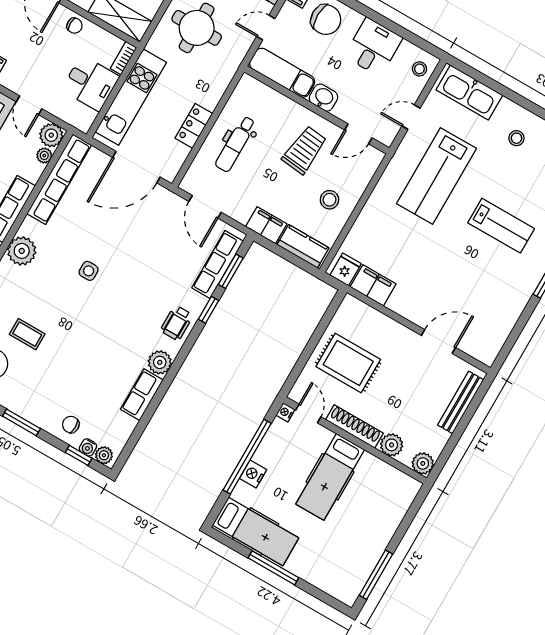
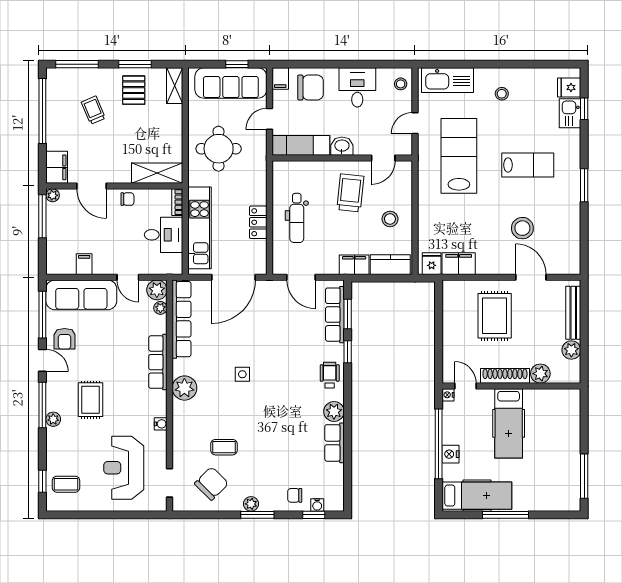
lab bench: (436, 176) -> (459, 156), turned 180
stool: (459, 287) -> (522, 228), added
wheelchair: (177, 323) -> (330, 375), turned 180
door: (438, 342) -> (531, 277), hinge flipped
rug: (348, 363) -> (495, 316), moved, turned 90
plant: (104, 455) -> (251, 504), moved
plant: (423, 463) -> (571, 350), moved

